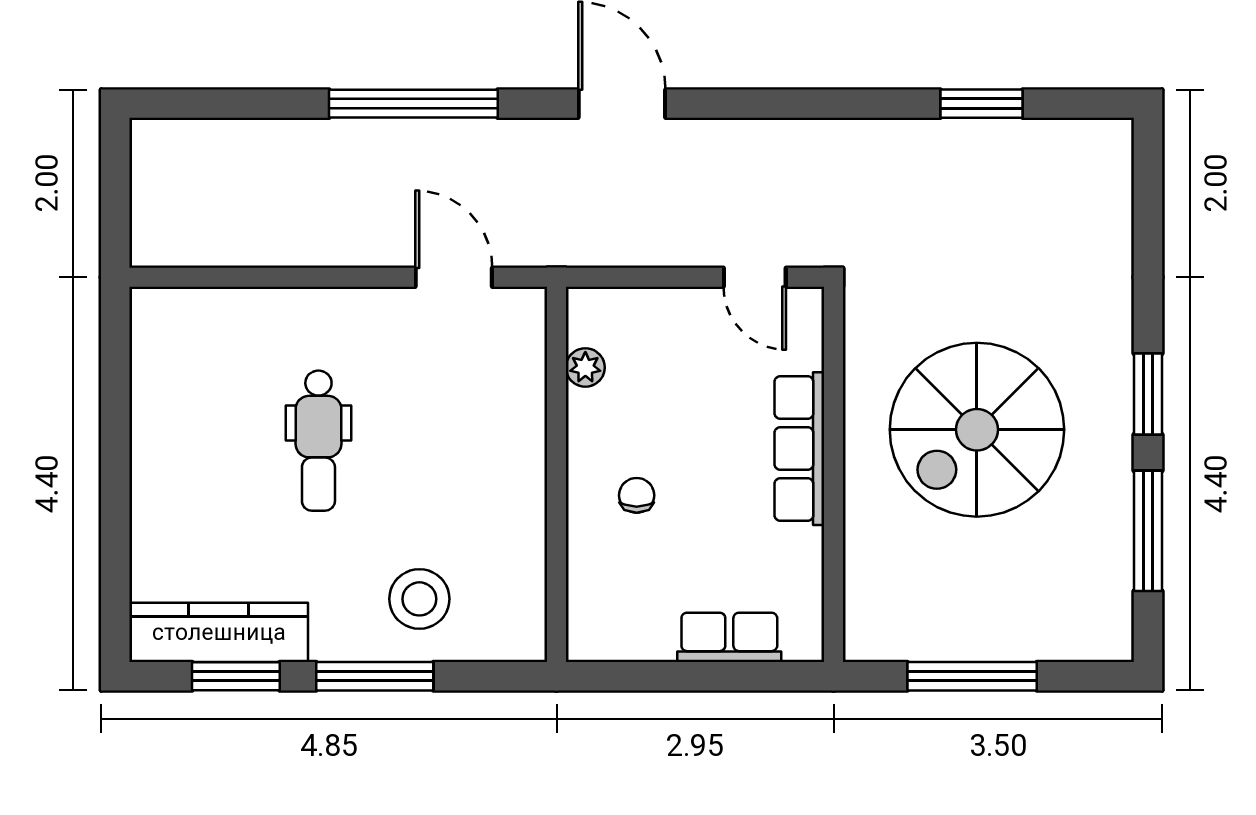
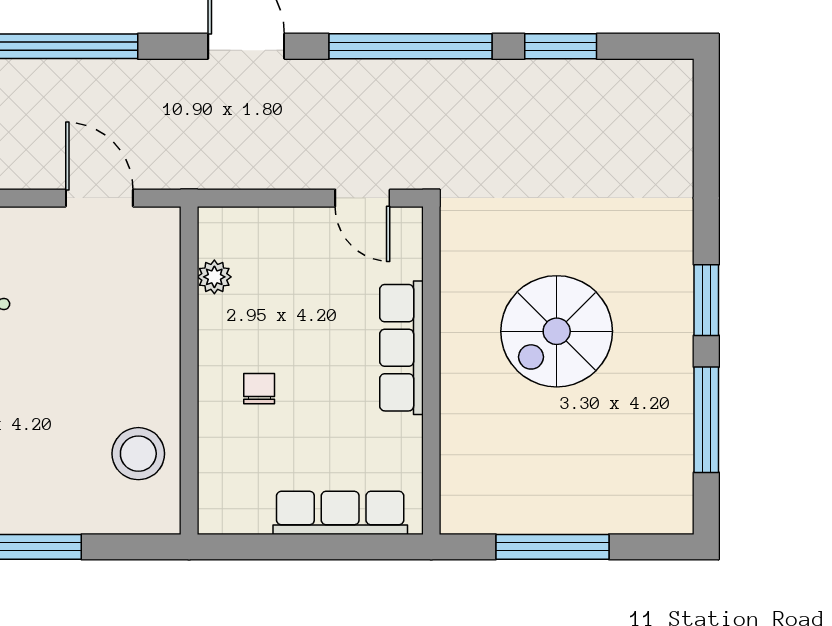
window: (810, 104) -> (411, 46), added
spiral stairs: (977, 430) -> (557, 331), width x0.73, depth x0.73
stool: (419, 599) -> (138, 454), moved
row of seats: (729, 637) -> (340, 513), width x1.48

